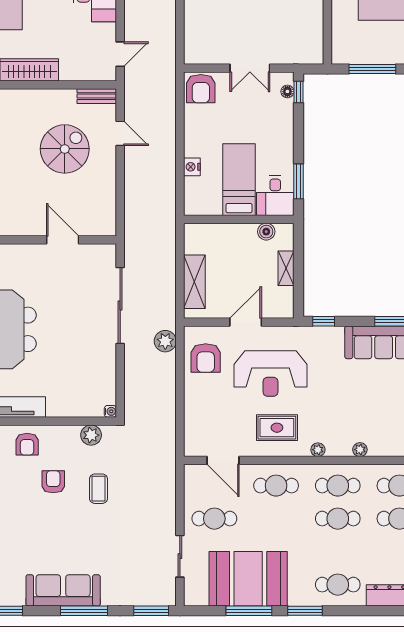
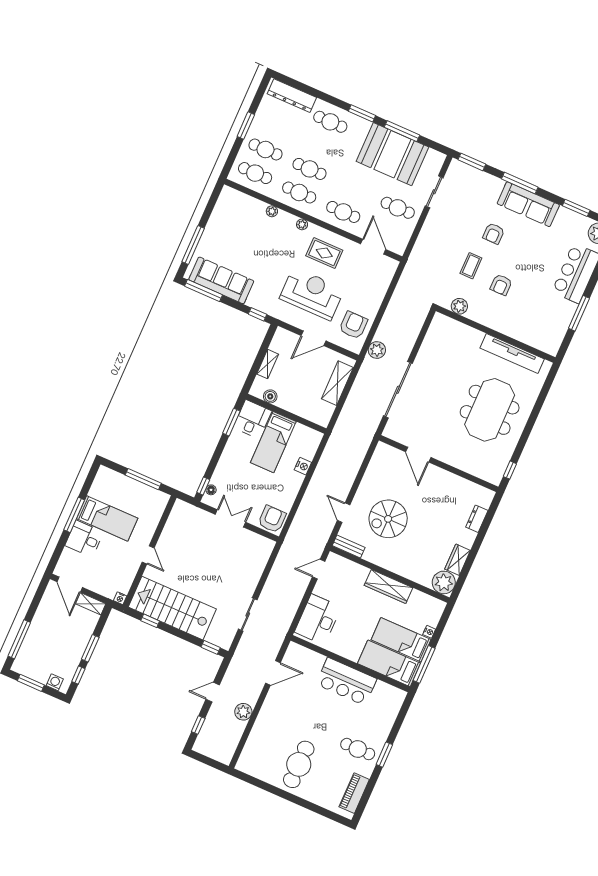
water cooler: (110, 411) -> (438, 317), removed
armchair: (27, 444) -> (494, 233), moved, turned 180

